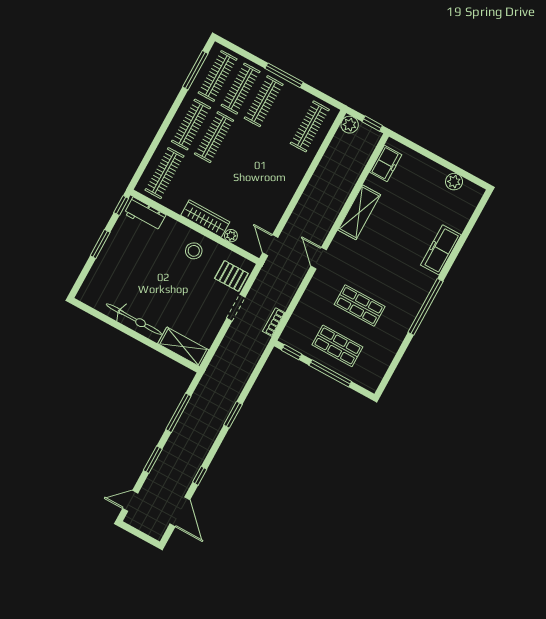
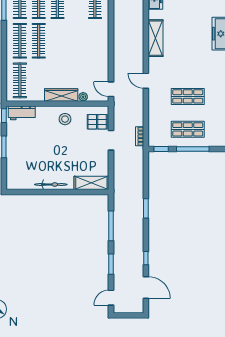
bicycle: (134, 319) -> (51, 185), width x0.73, depth x0.71

